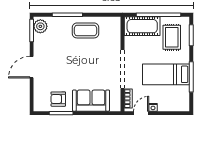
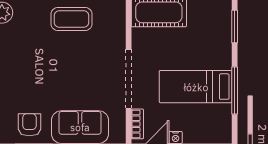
rug: (172, 37) -> (204, 29), removed
armchair: (58, 99) -> (29, 125), turned 90

